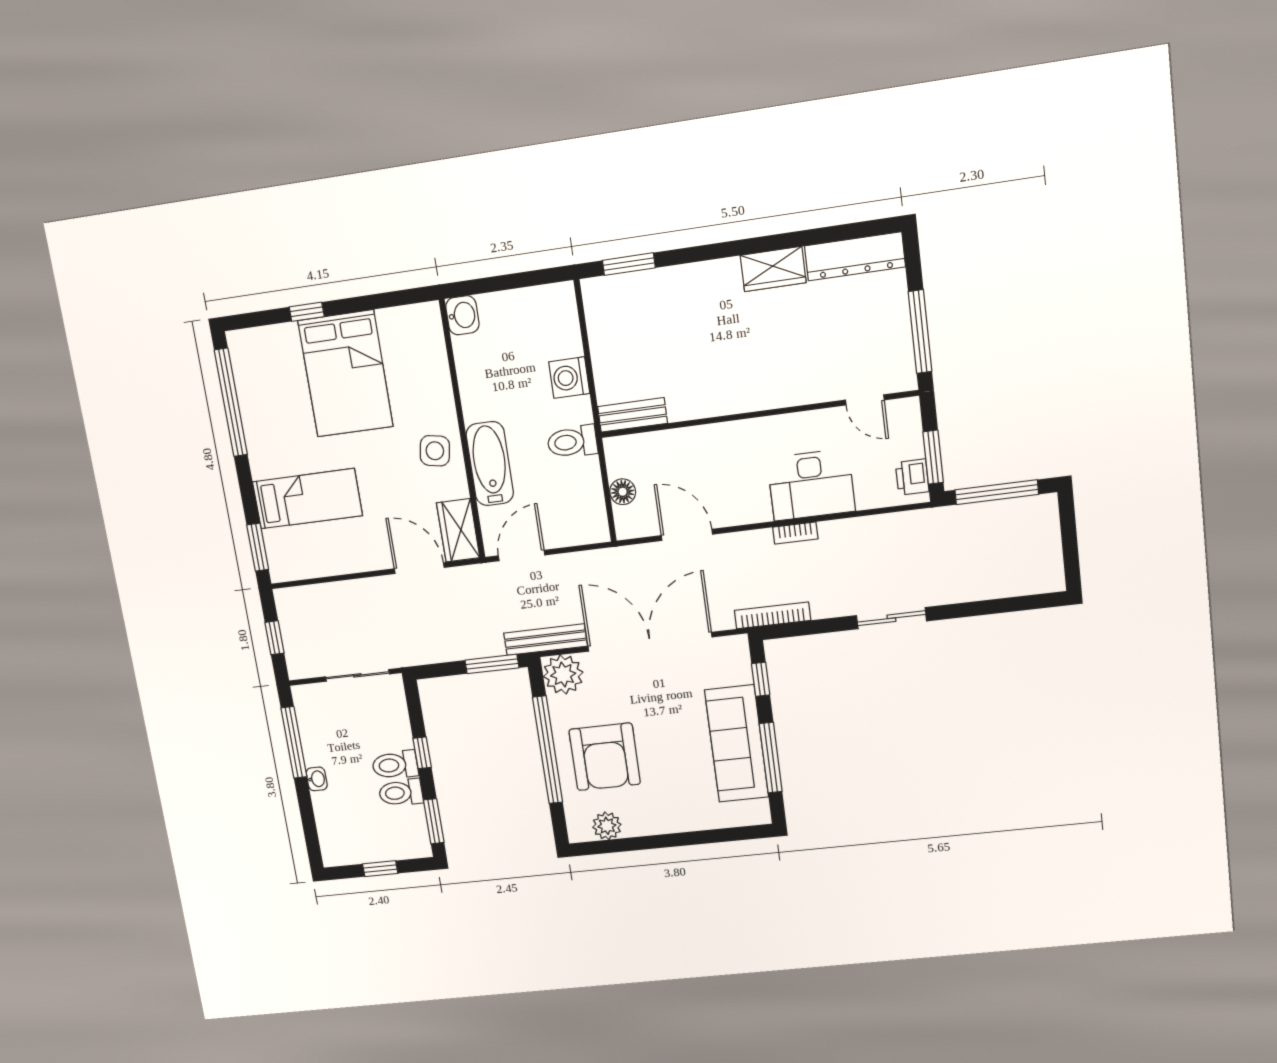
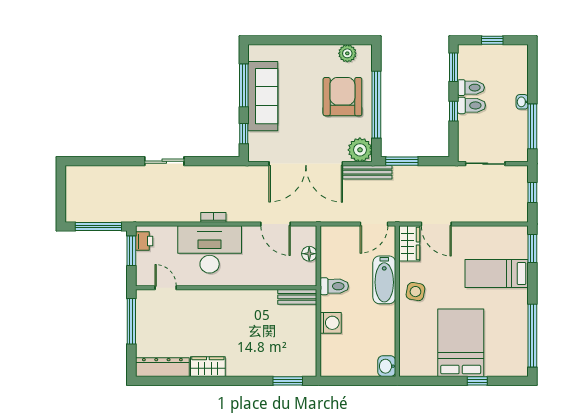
desk: (811, 485) -> (210, 249), width x1.36, depth x1.30
bookcase: (772, 615) -> (232, 171), removed

